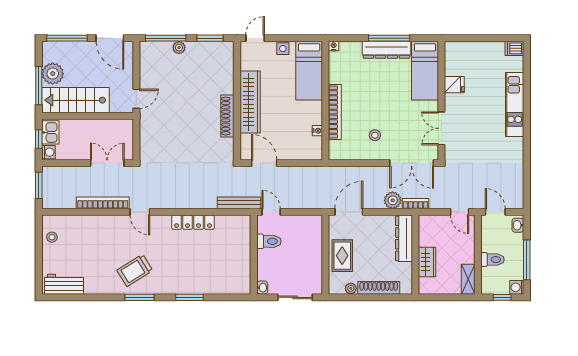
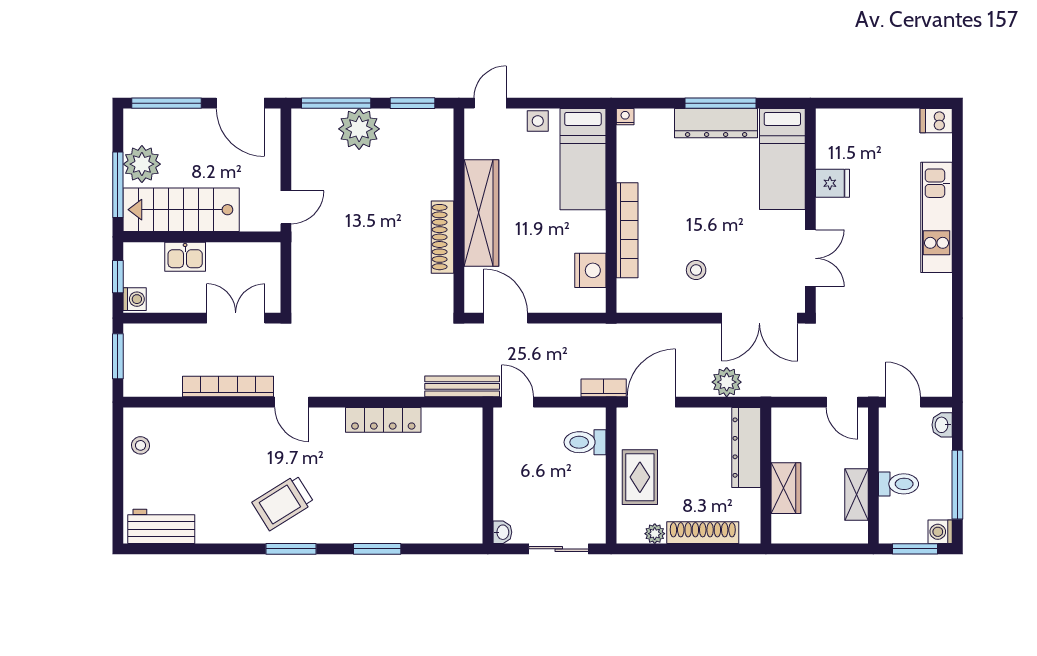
plant: (179, 48) -> (359, 129), width x1.87, depth x1.87
double door: (441, 128) -> (810, 258), swing flipped
nightstand: (317, 131) -> (590, 270), width x1.89, depth x1.79
kitchen sink: (50, 132) -> (185, 257), moved, turned 90
bookcase: (416, 204) -> (604, 388), moved
toilet: (269, 241) -> (585, 442), moved, turned 180
shelving: (468, 279) -> (856, 495), moved
window: (502, 297) -> (915, 549), width x1.50

